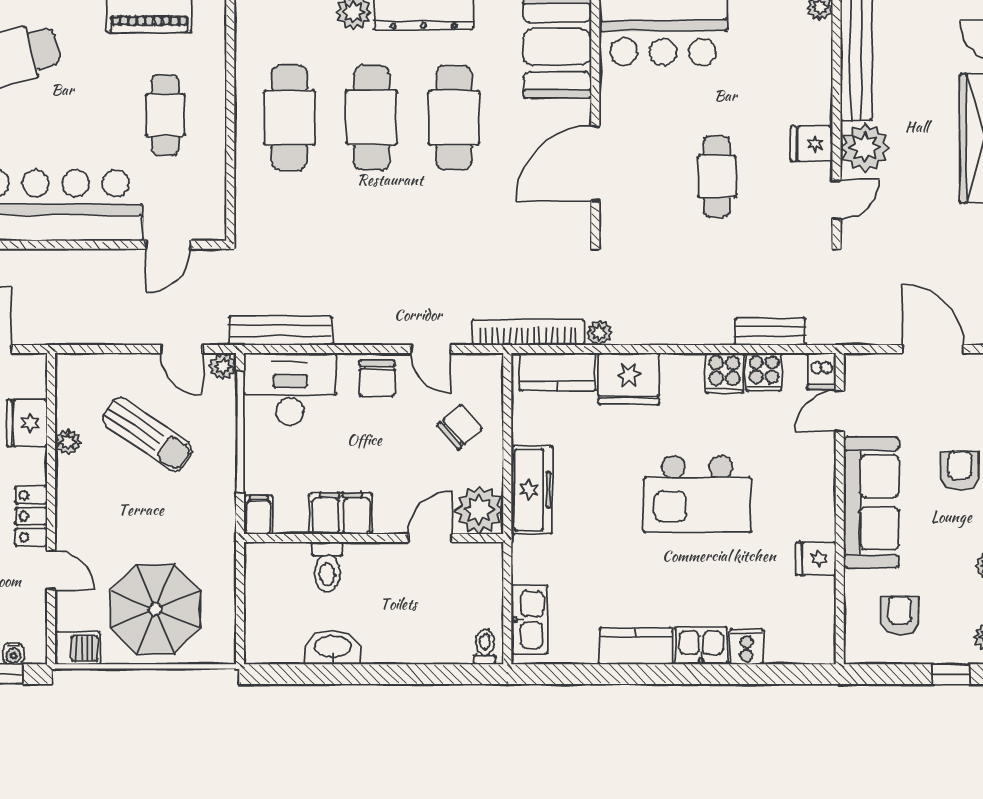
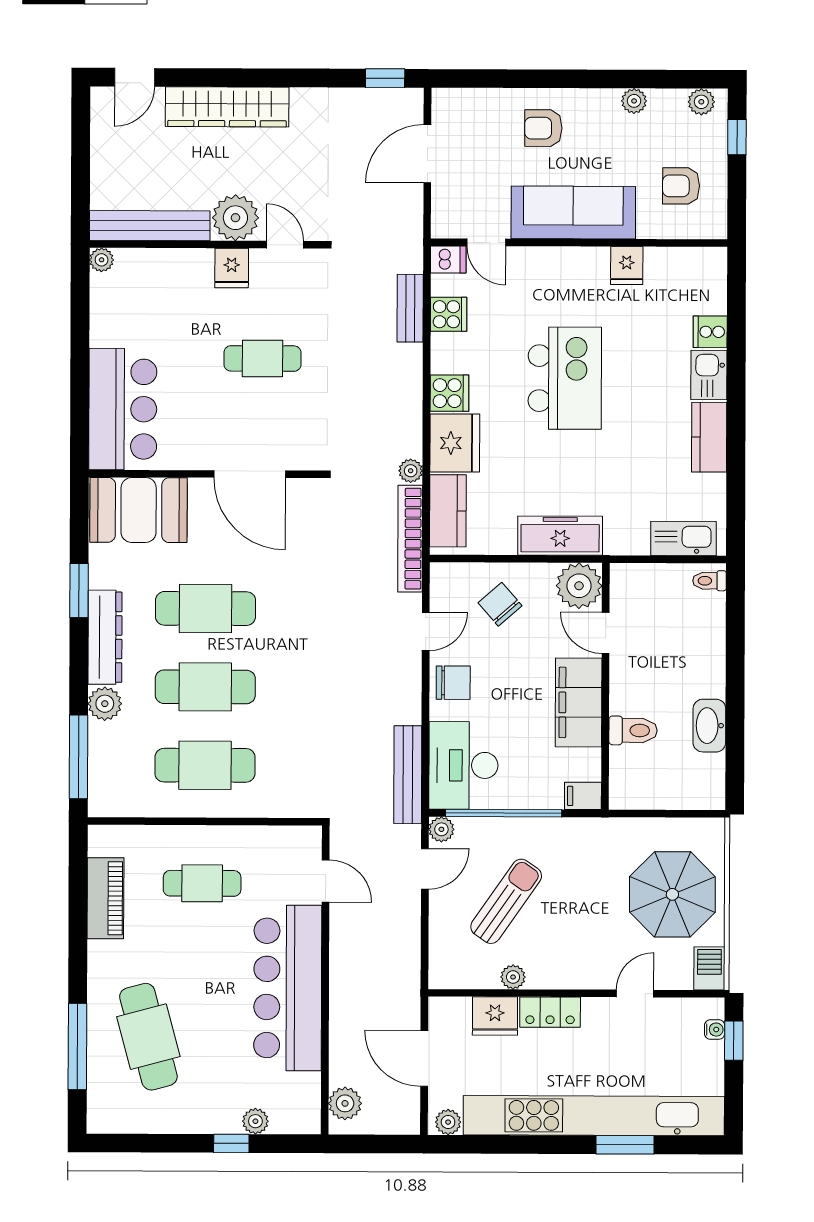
cooker: (724, 373) -> (449, 393), moved
filing cabinet: (341, 513) -> (579, 702), width x1.50, depth x1.17
locker: (31, 516) -> (550, 1012), moved

